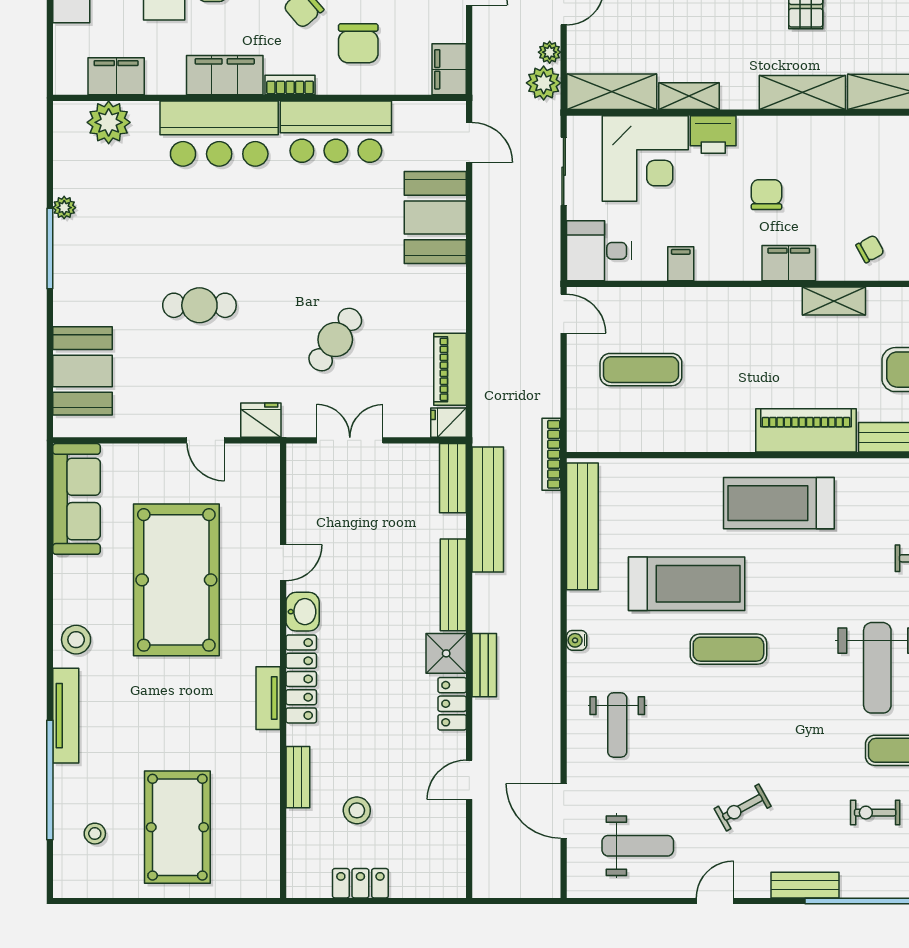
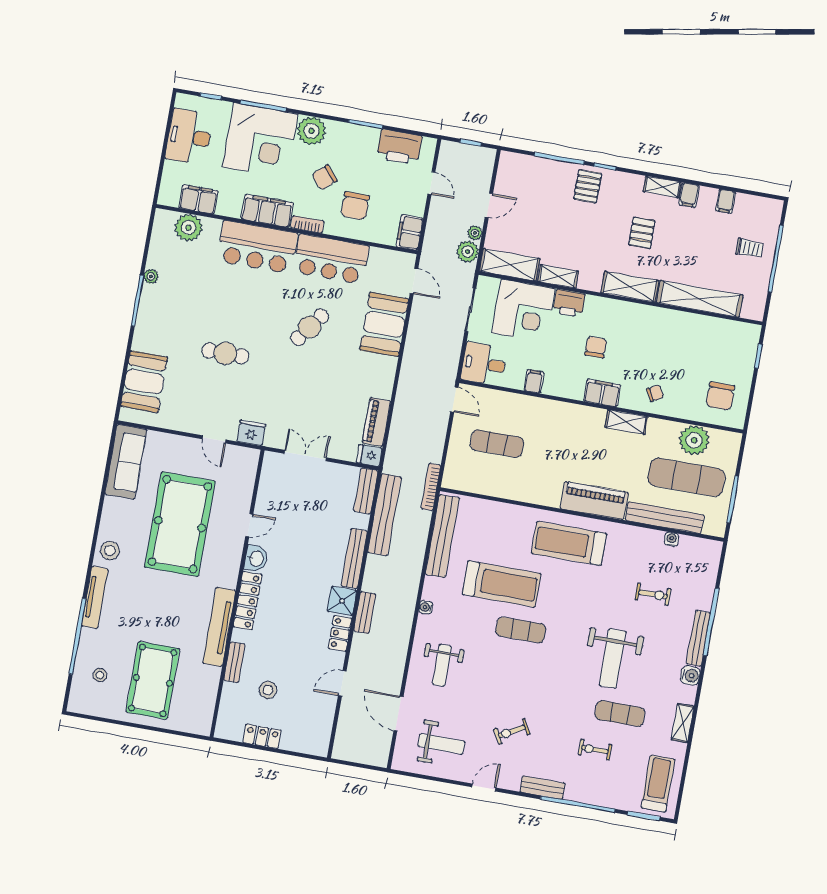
cafe table: (335, 340) -> (310, 327), moved
tv unit: (268, 698) -> (219, 627), width x1.92, depth x1.29

